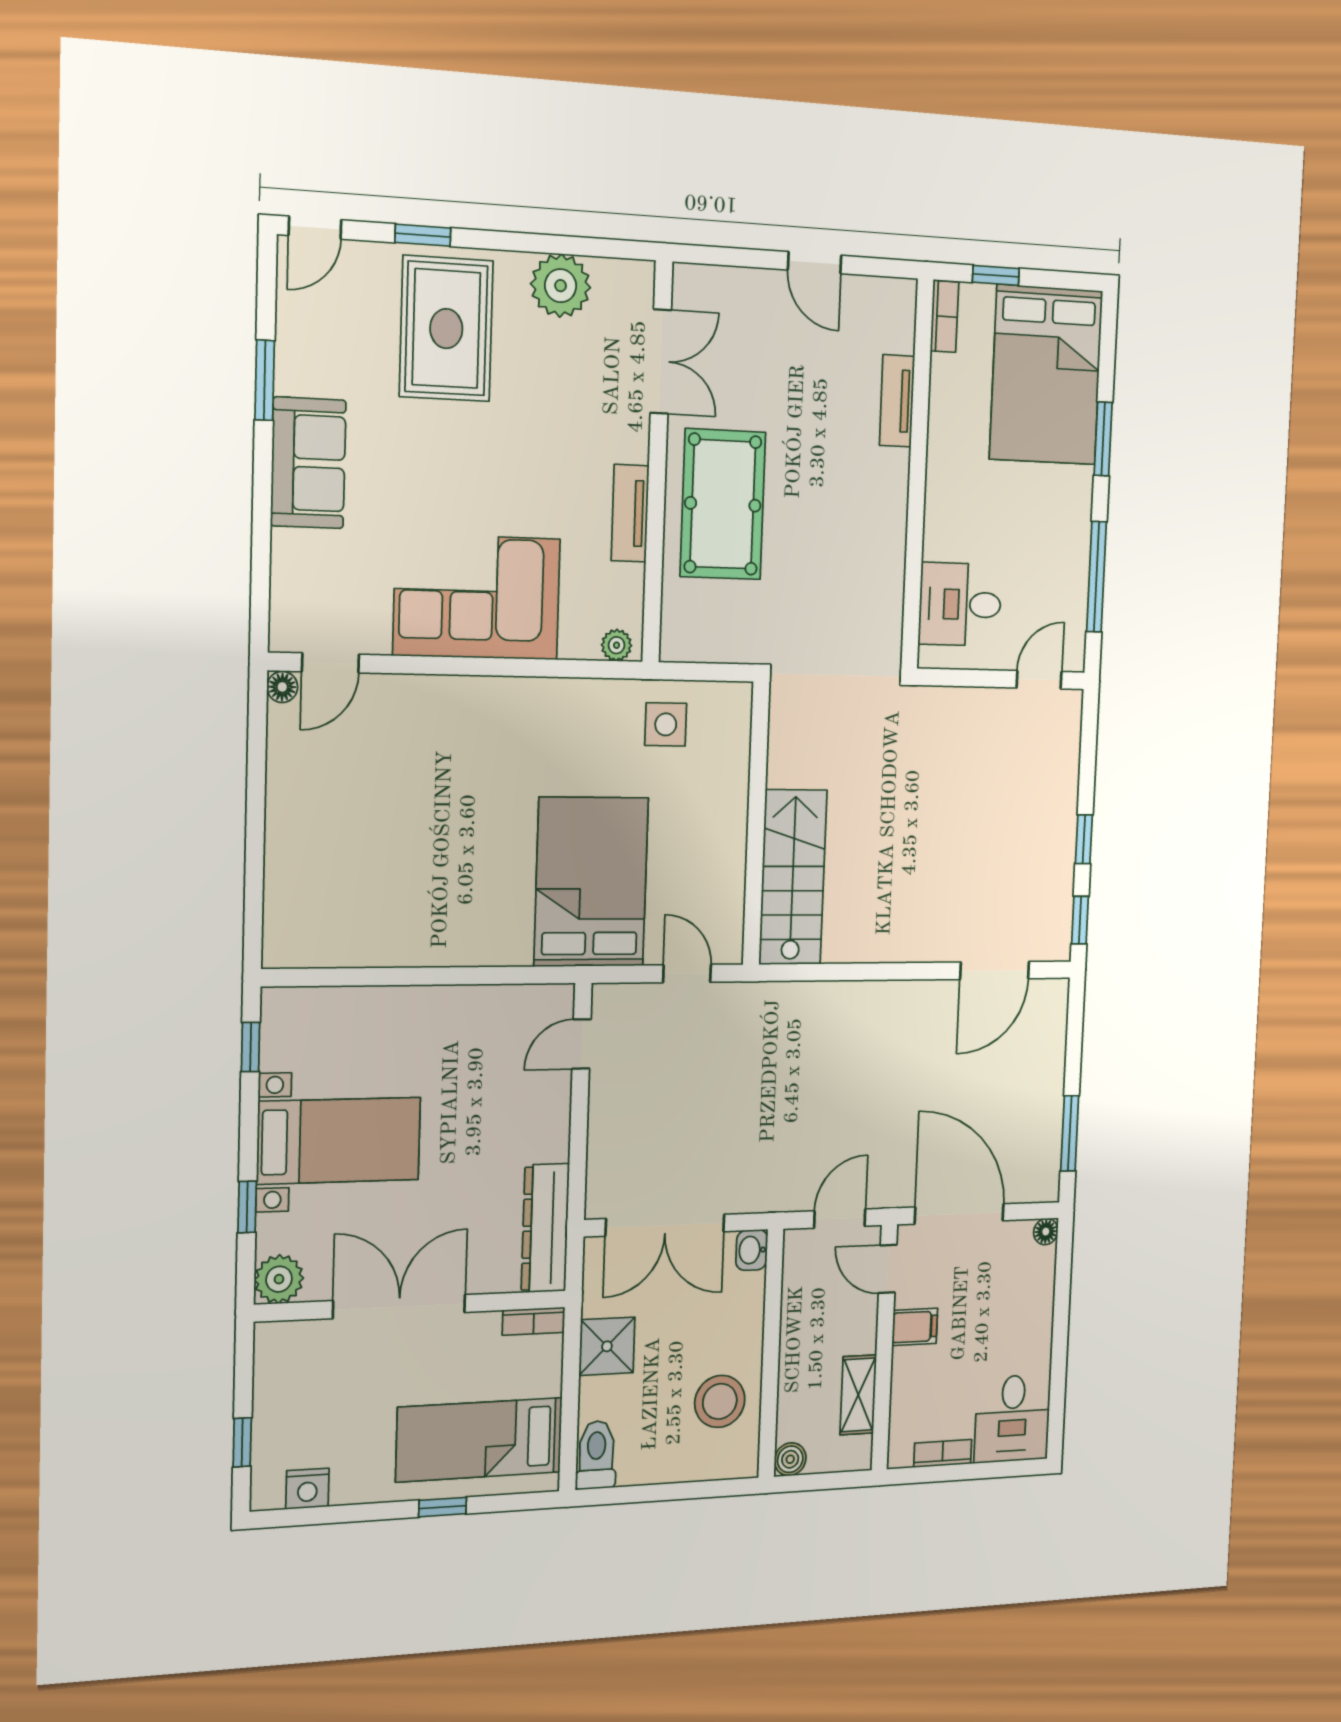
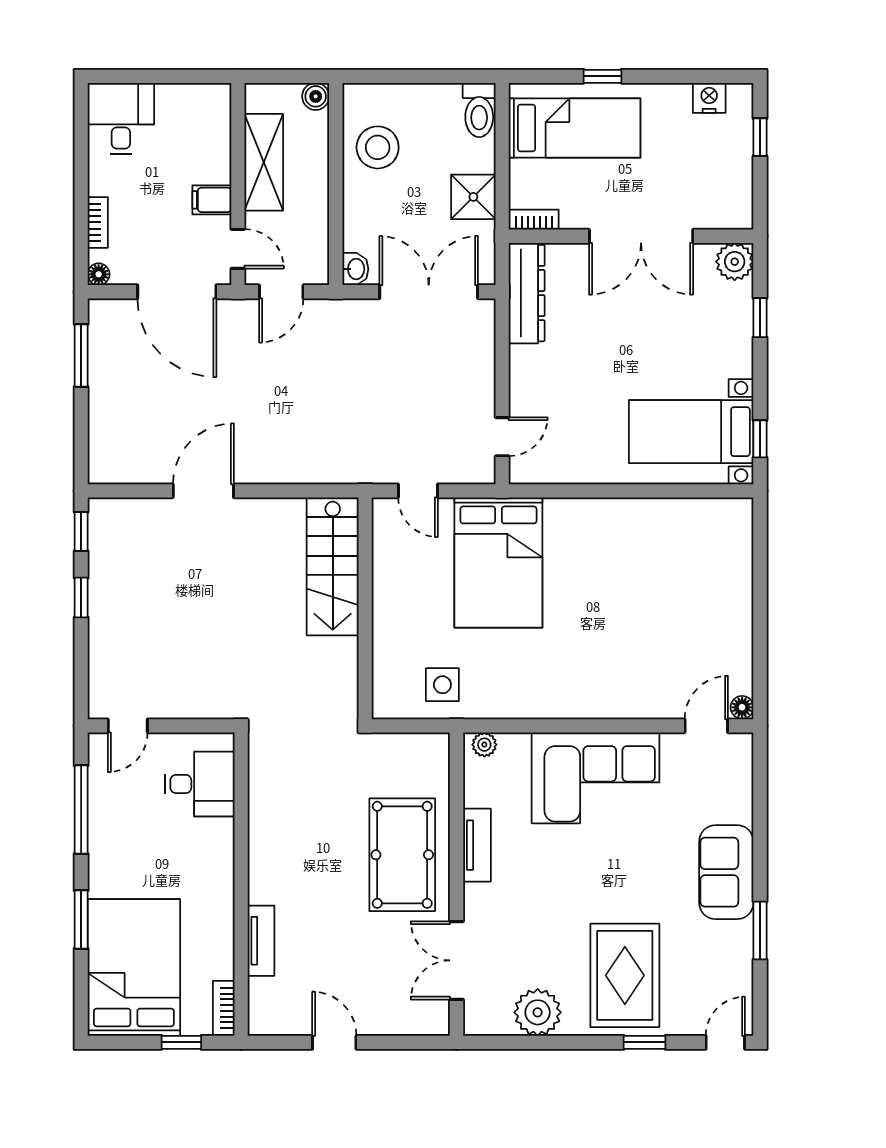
door: (995, 970) -> (203, 491), moved
bed with nightstands: (339, 1141) -> (691, 432), moved
shelving: (858, 1395) -> (264, 162), width x1.50, depth x1.33
bookcase: (943, 1453) -> (98, 222), moved, turned -90

